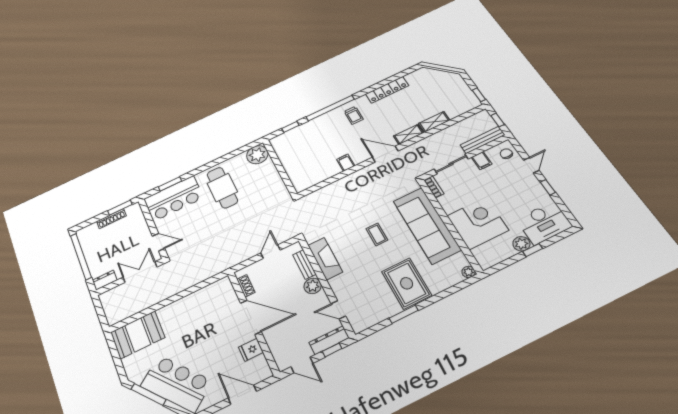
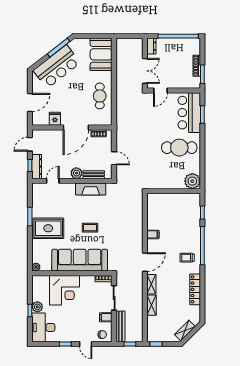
shelving: (443, 76) -> (185, 331), added
cafe table: (195, 309) -> (100, 96), added

